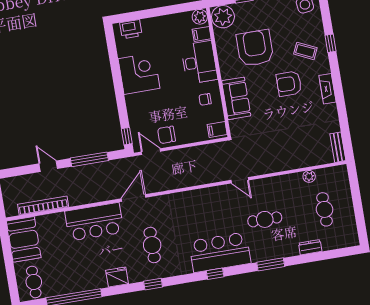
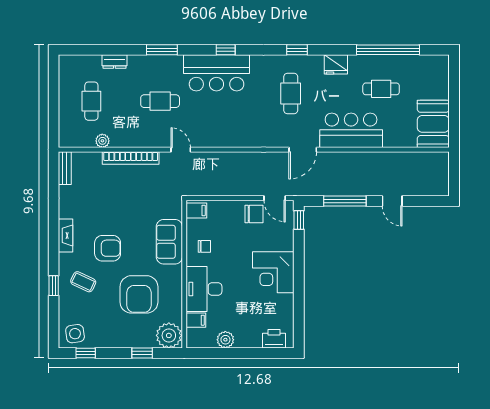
plant: (200, 17) -> (225, 340), moved
corner desk: (139, 74) -> (273, 272), moved
bookcase: (43, 206) -> (131, 158), moved
cafe table: (34, 282) -> (381, 89), moved, turned 90

